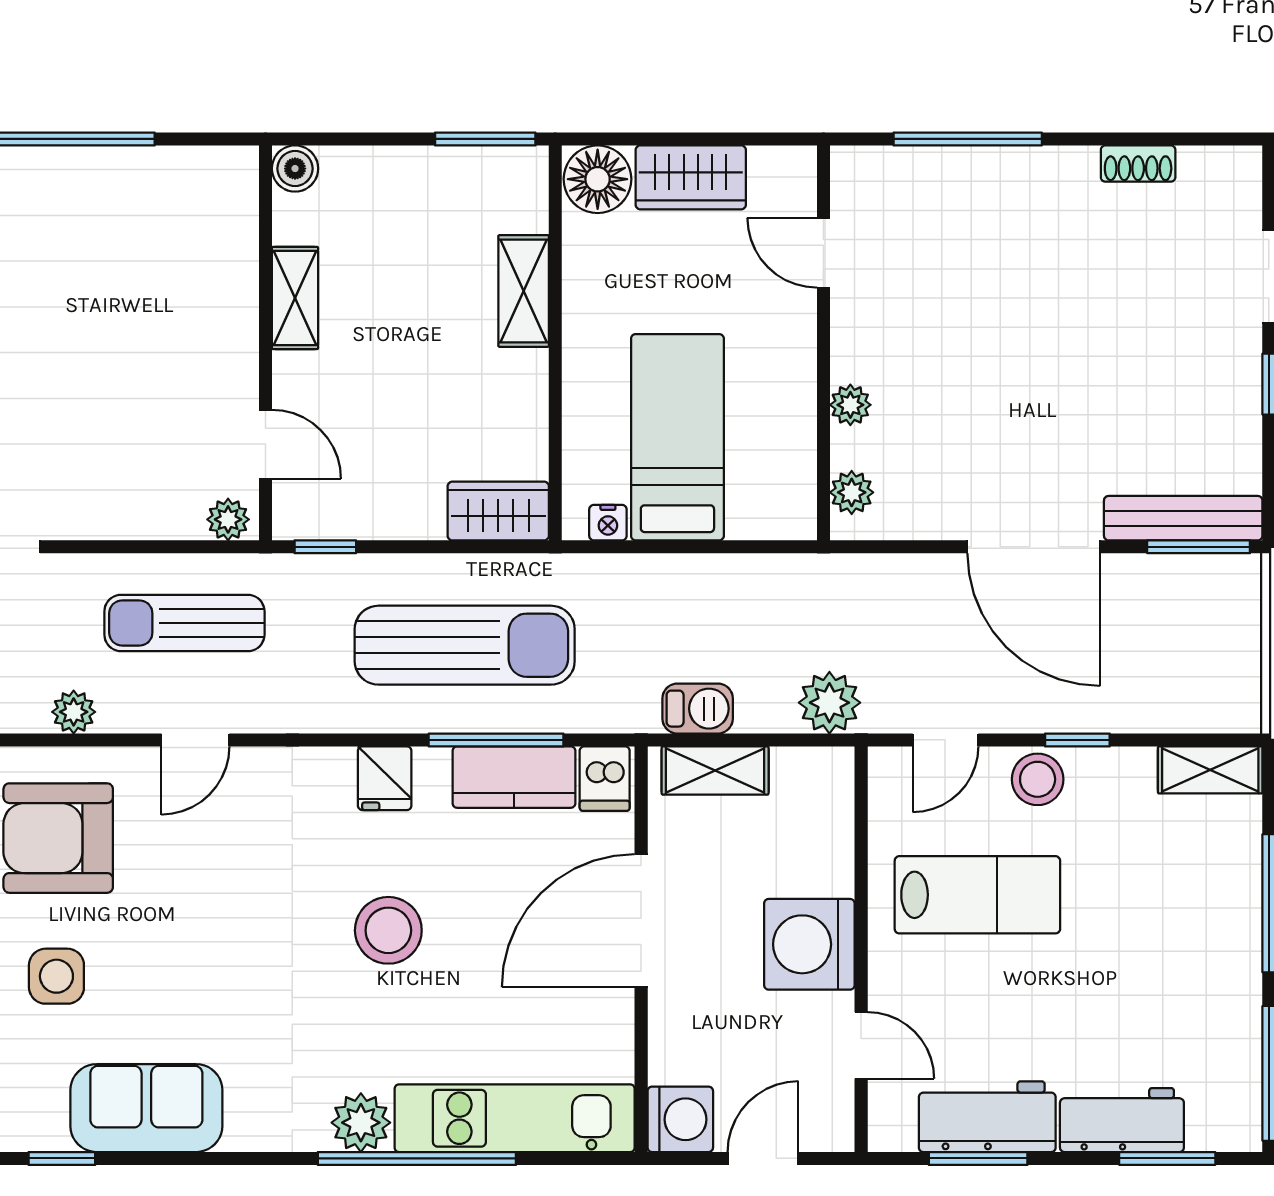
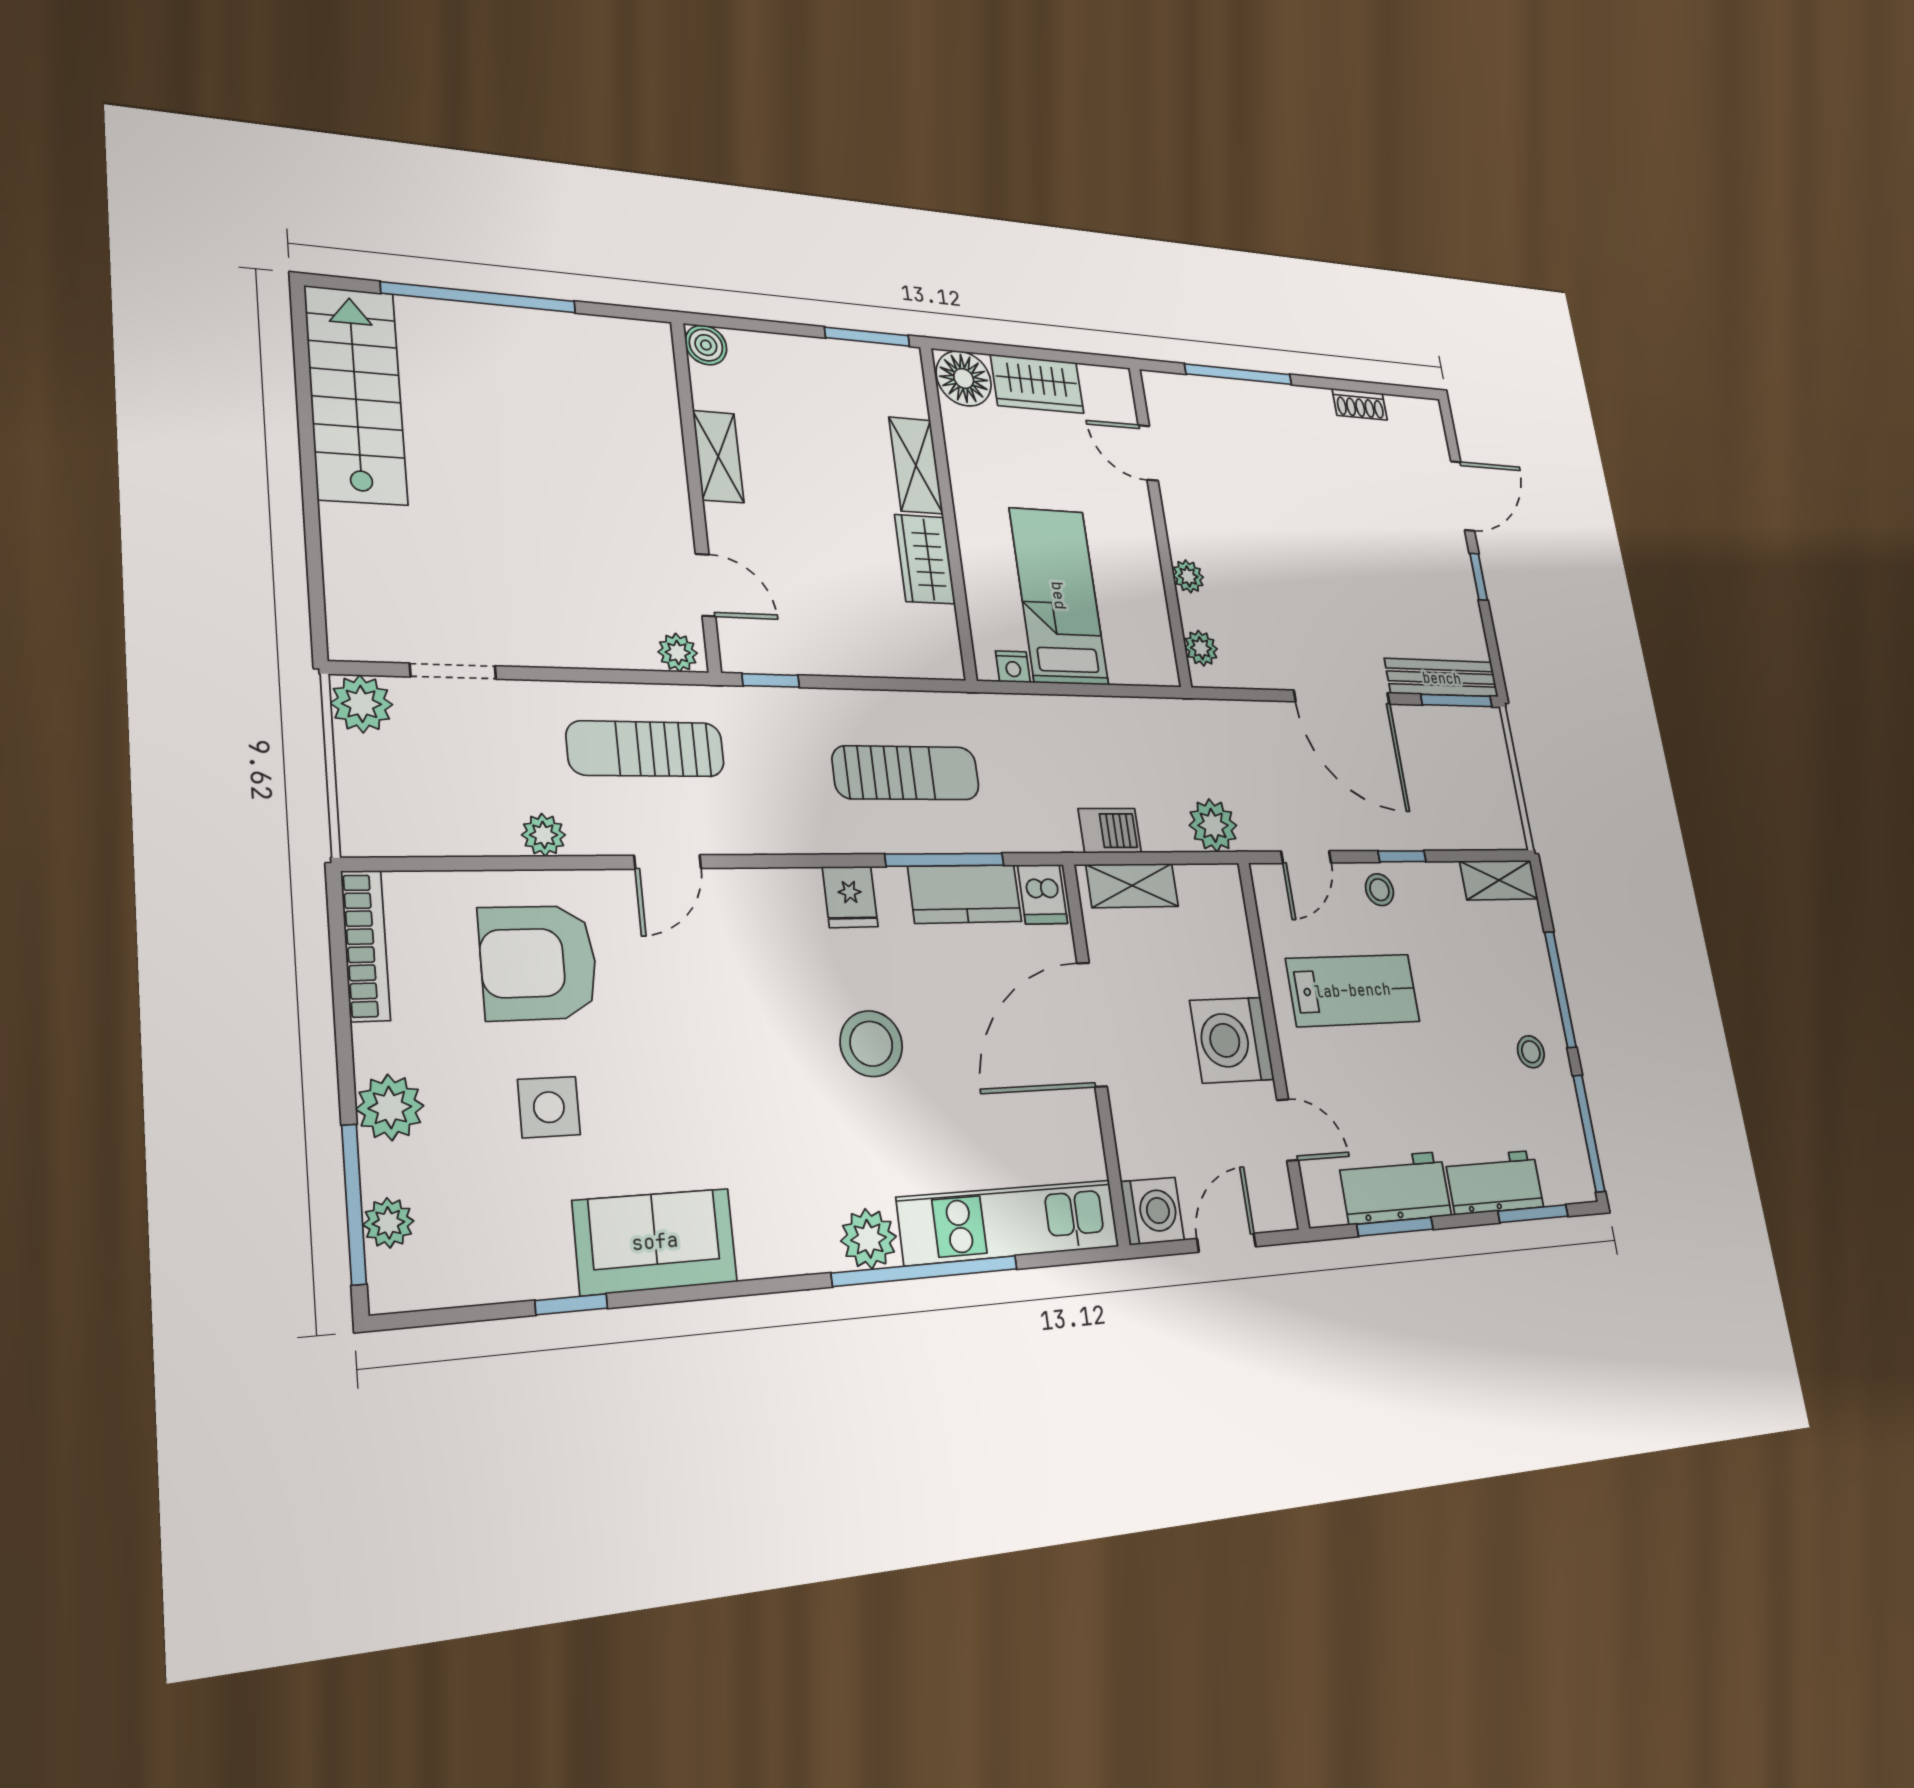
wardrobe: (498, 511) -> (925, 559), moved, turned -90
sun lounger: (465, 645) -> (906, 773), width x0.73, depth x0.75
stool: (1038, 779) -> (1379, 890), width x0.73, depth x0.73
stool: (1208, 975) -> (1531, 1052), added

